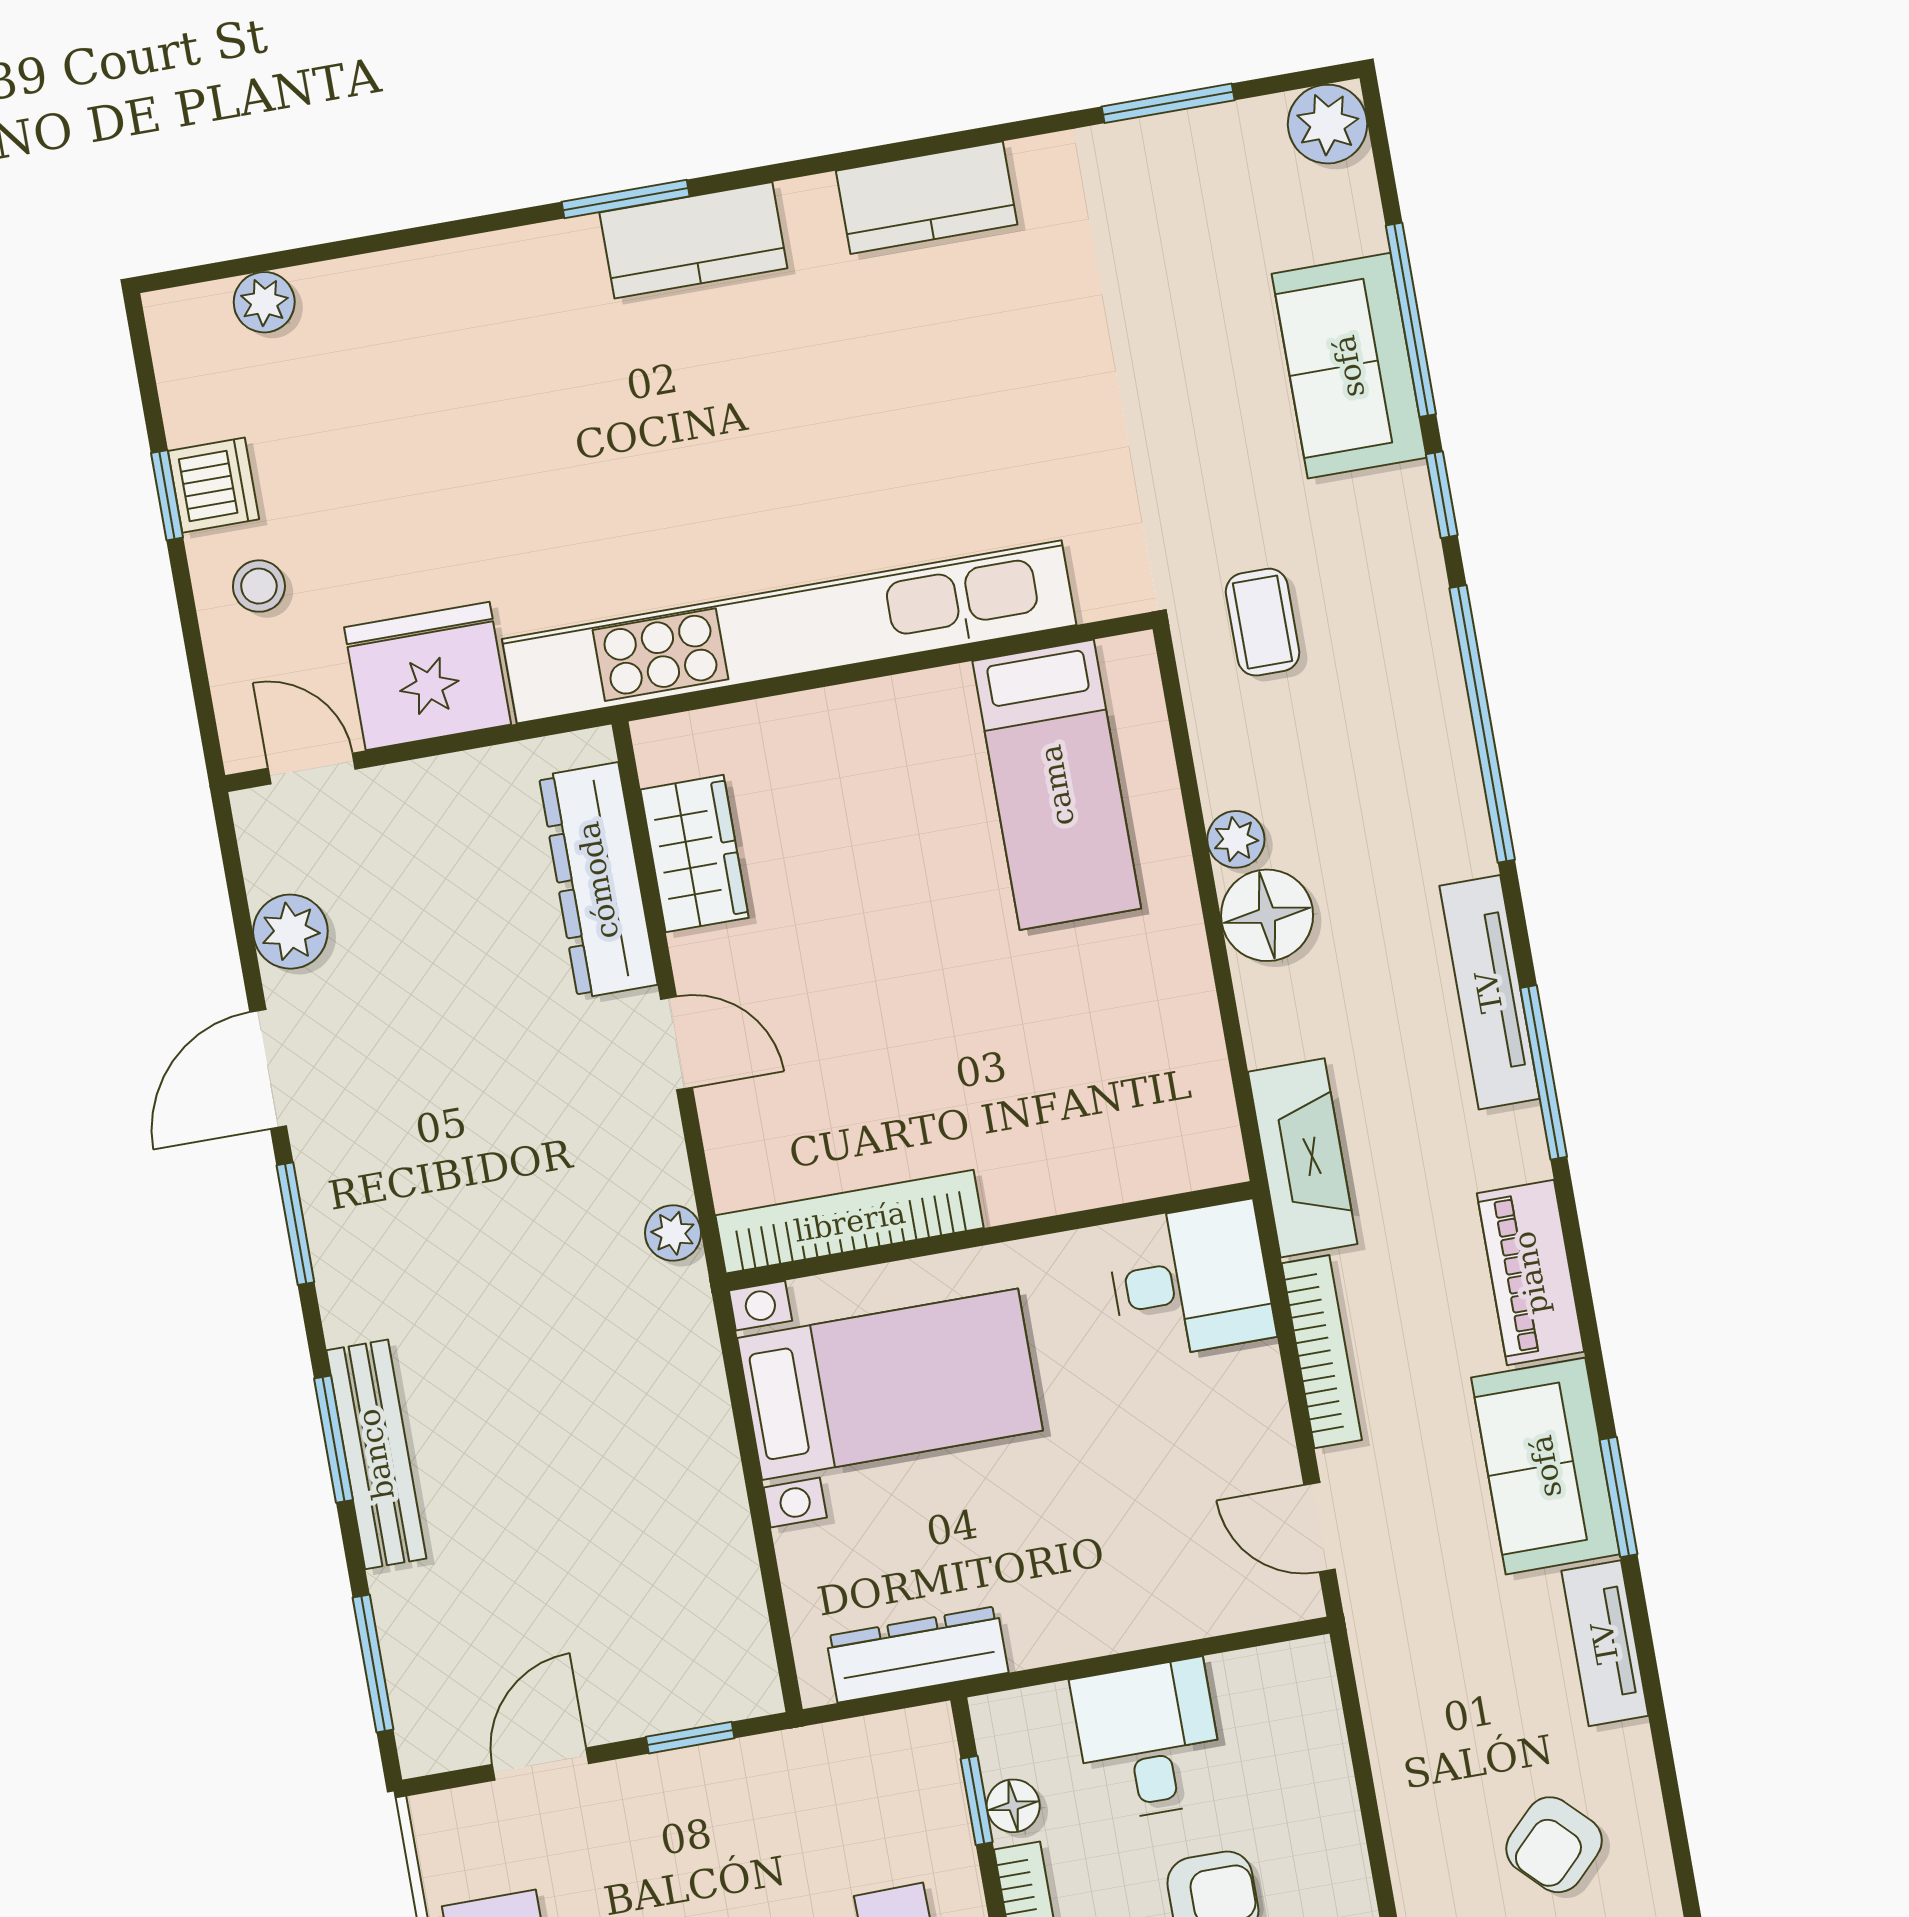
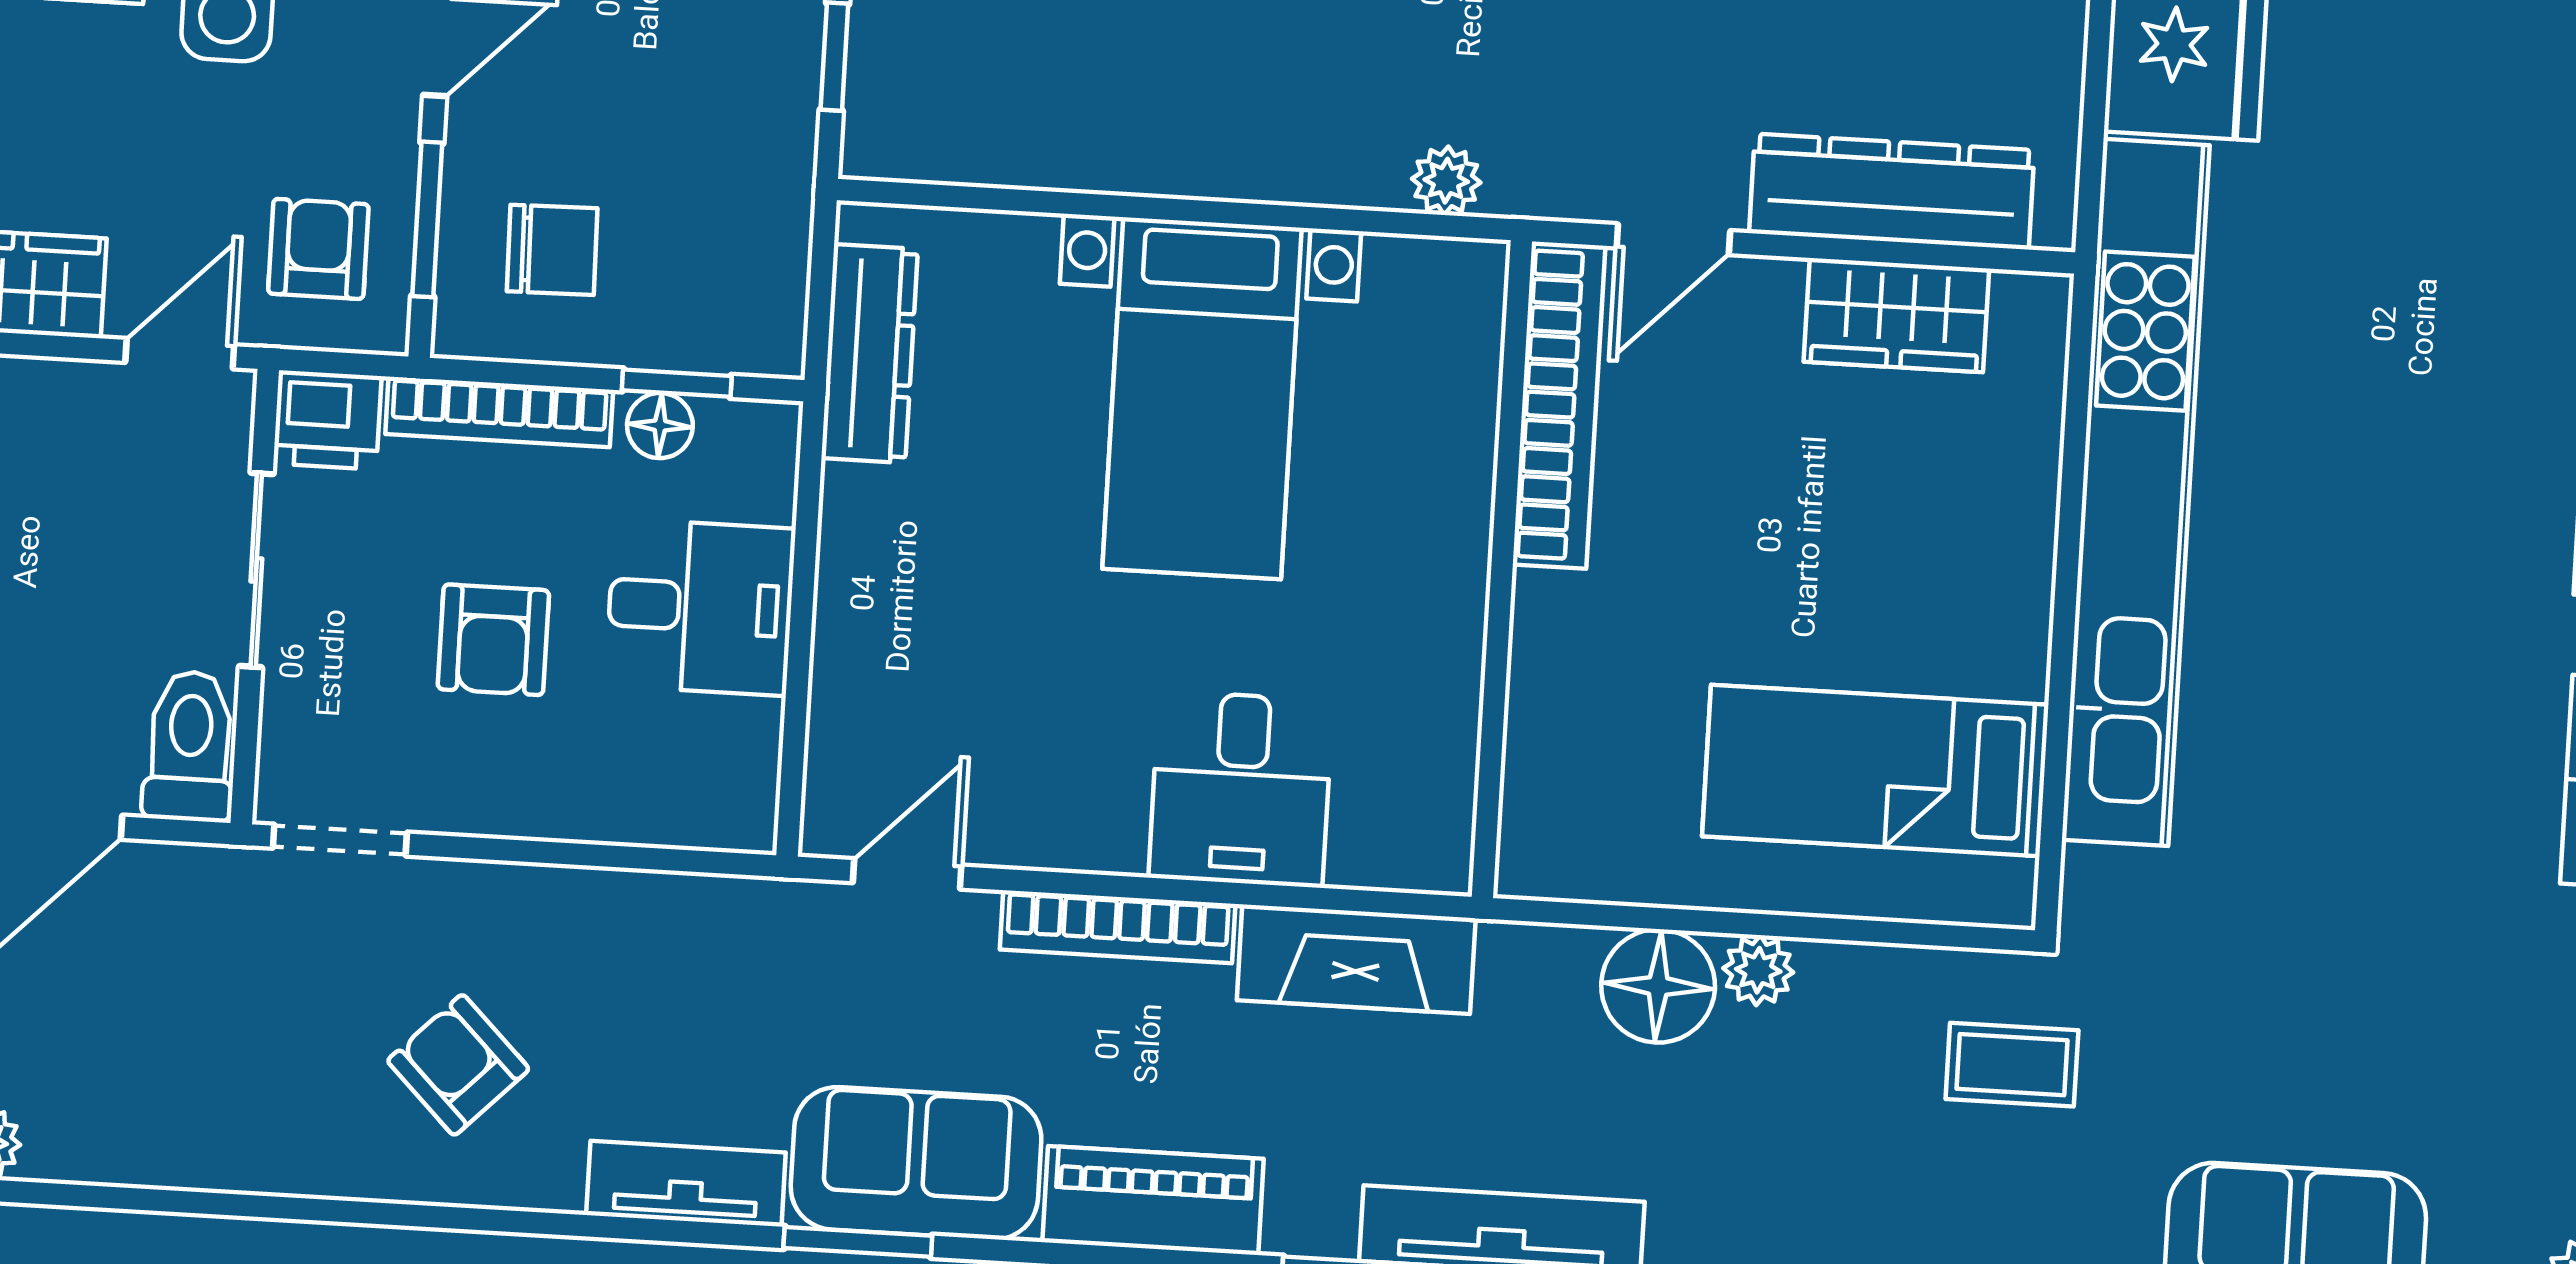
bookcase: (850, 1222) -> (1559, 405), moved
wall: (989, 1236) -> (1502, 569), moved

